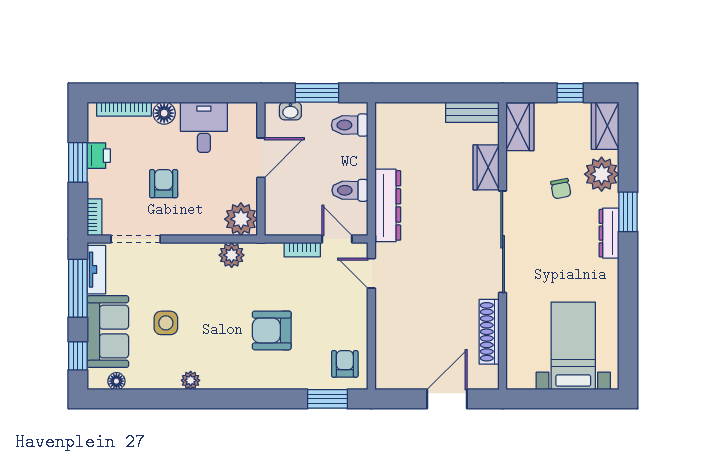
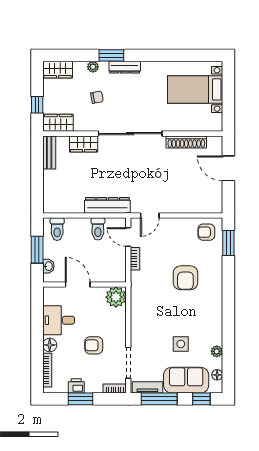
window: (570, 93) -> (37, 105), moved
plant: (602, 174) -> (93, 67), width x0.53, depth x0.53
door: (337, 239) -> (128, 237), hinge flipped
plant: (232, 255) -> (138, 303), removed
plant: (191, 380) -> (217, 351), moved

